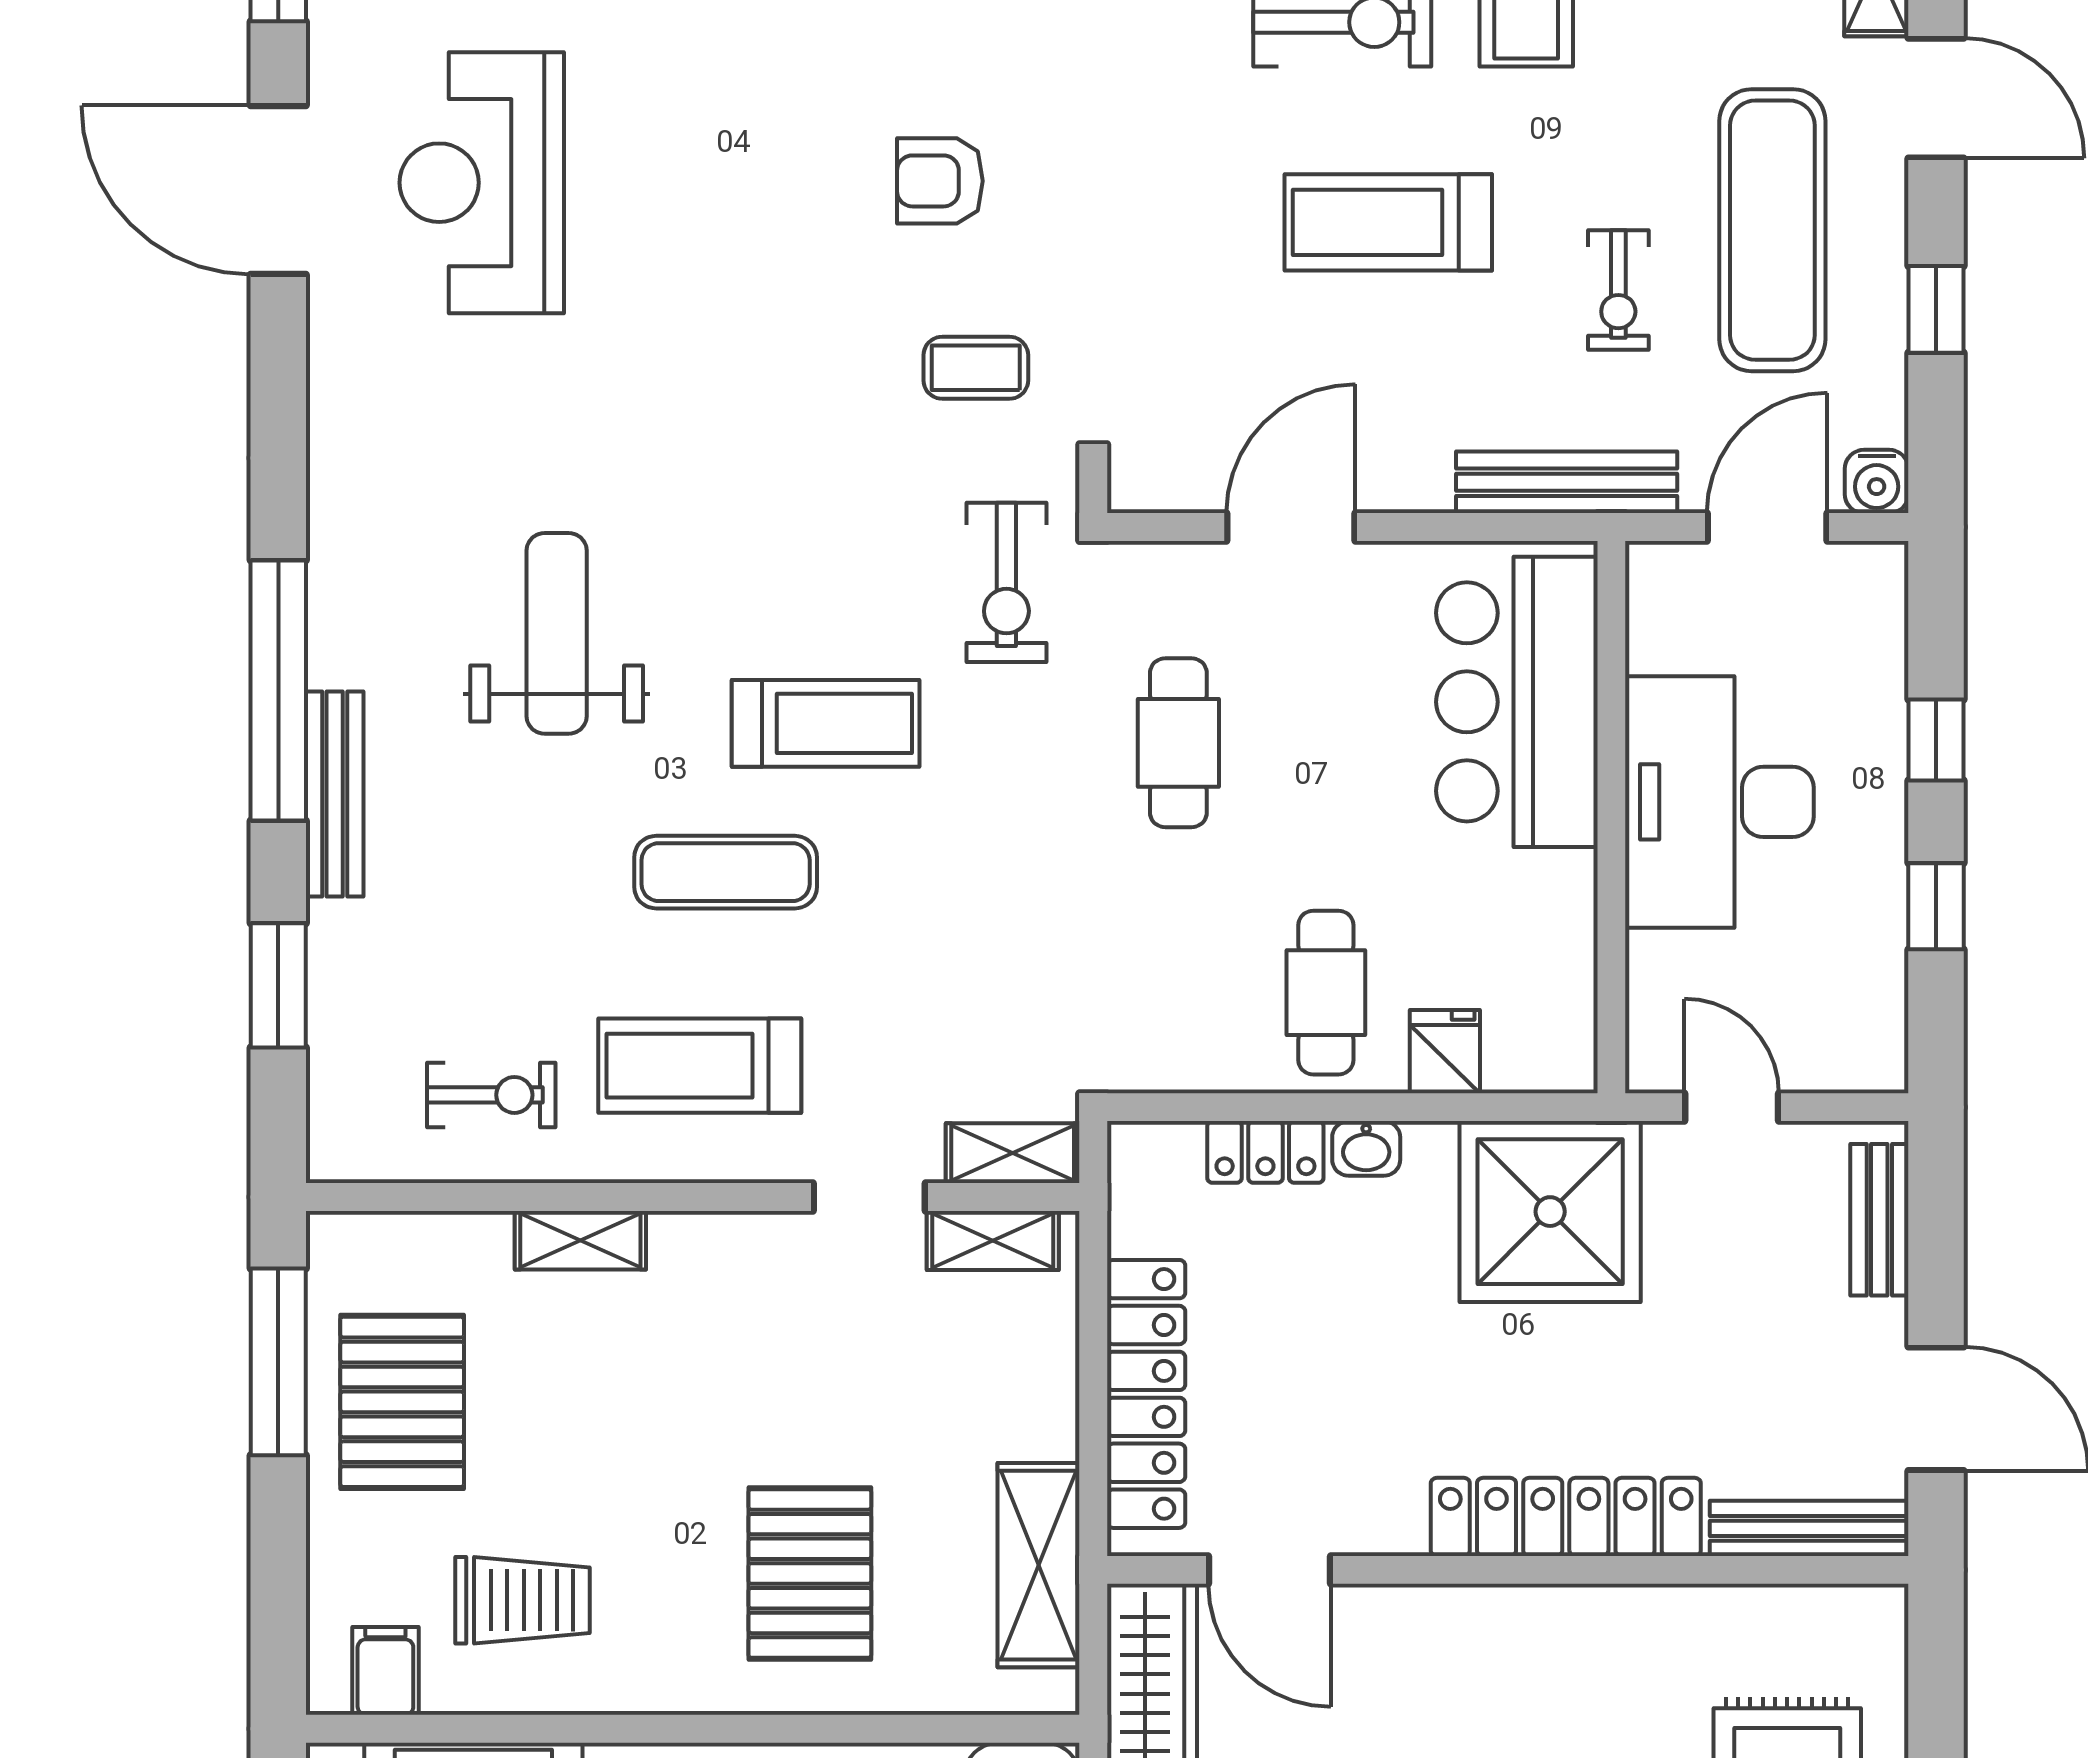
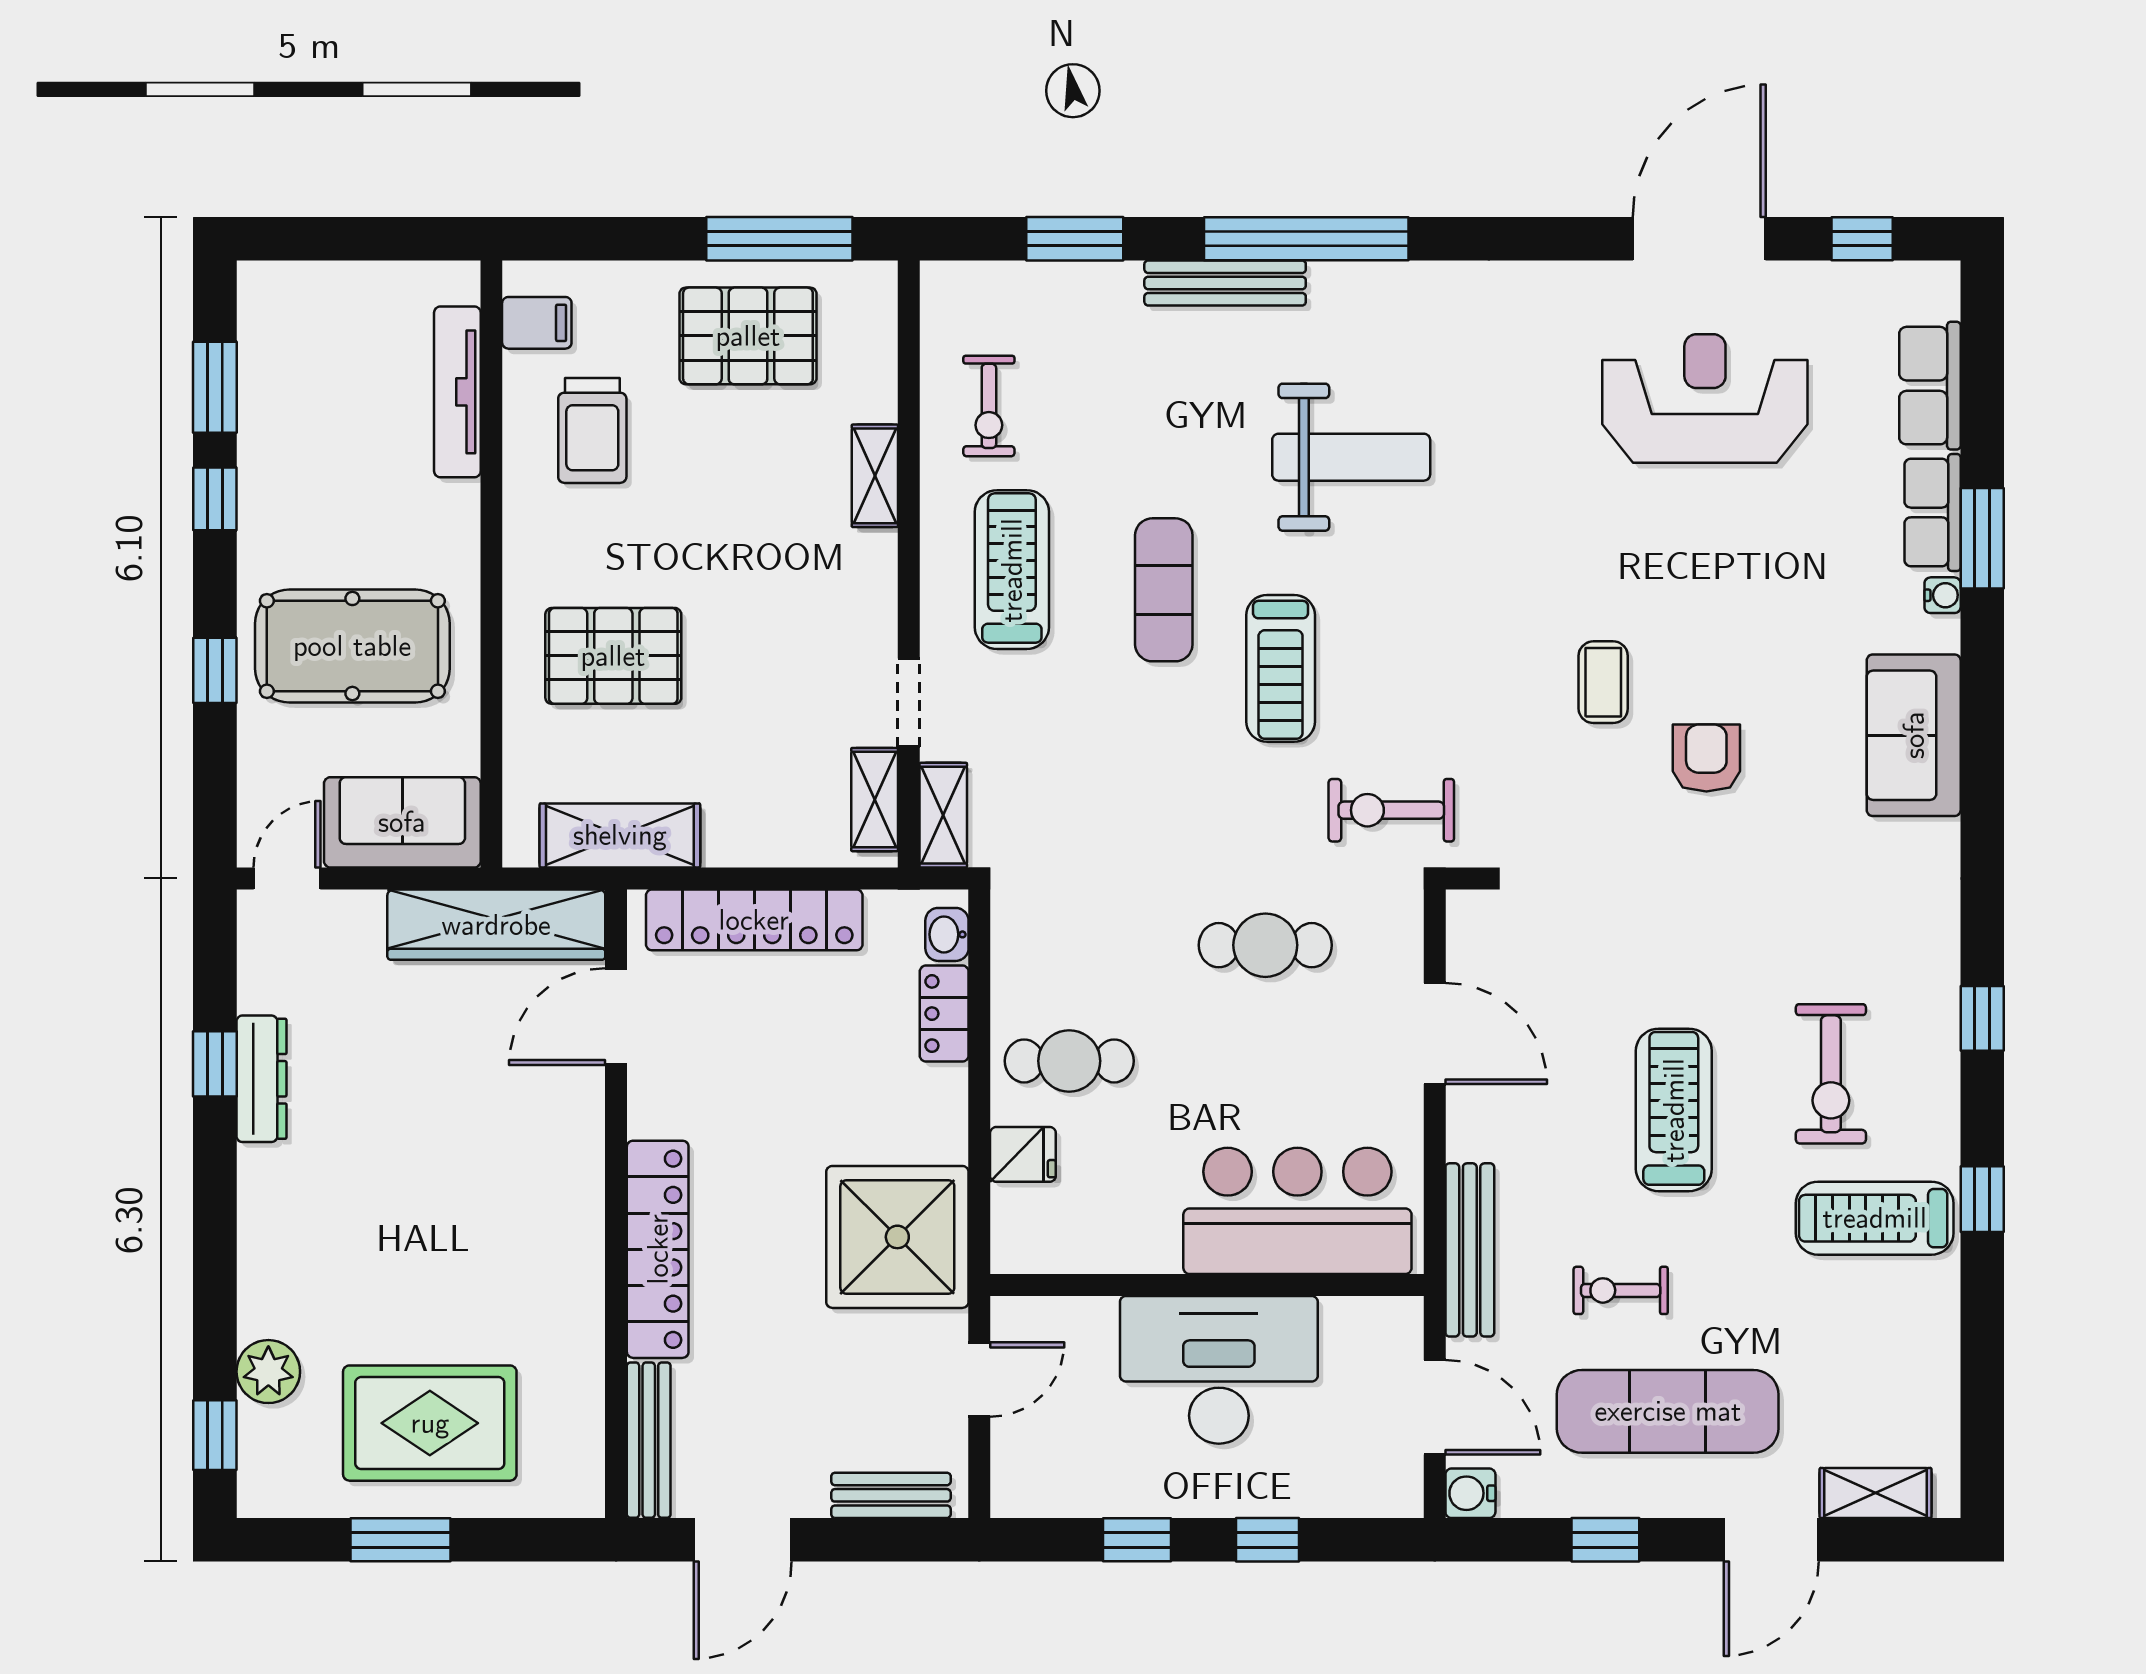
coffee table: (976, 368) -> (1603, 682), moved
washbasin: (1366, 1148) -> (947, 934), moved

